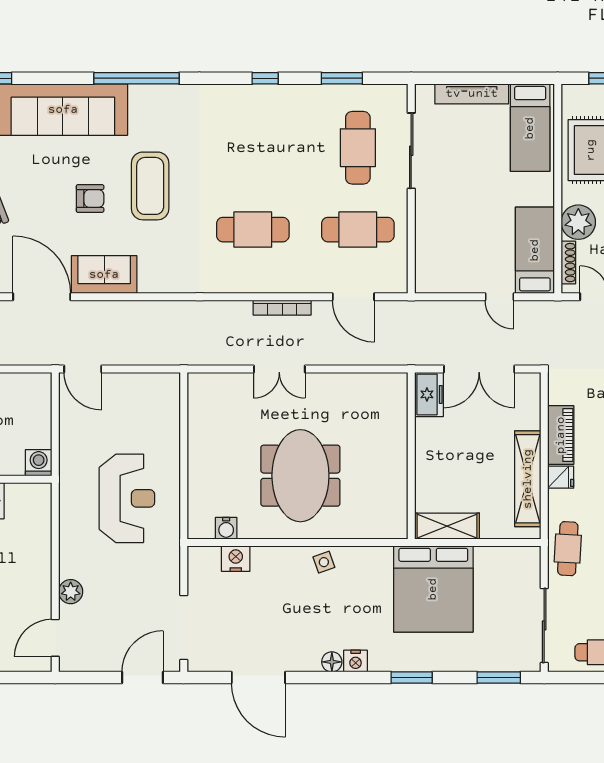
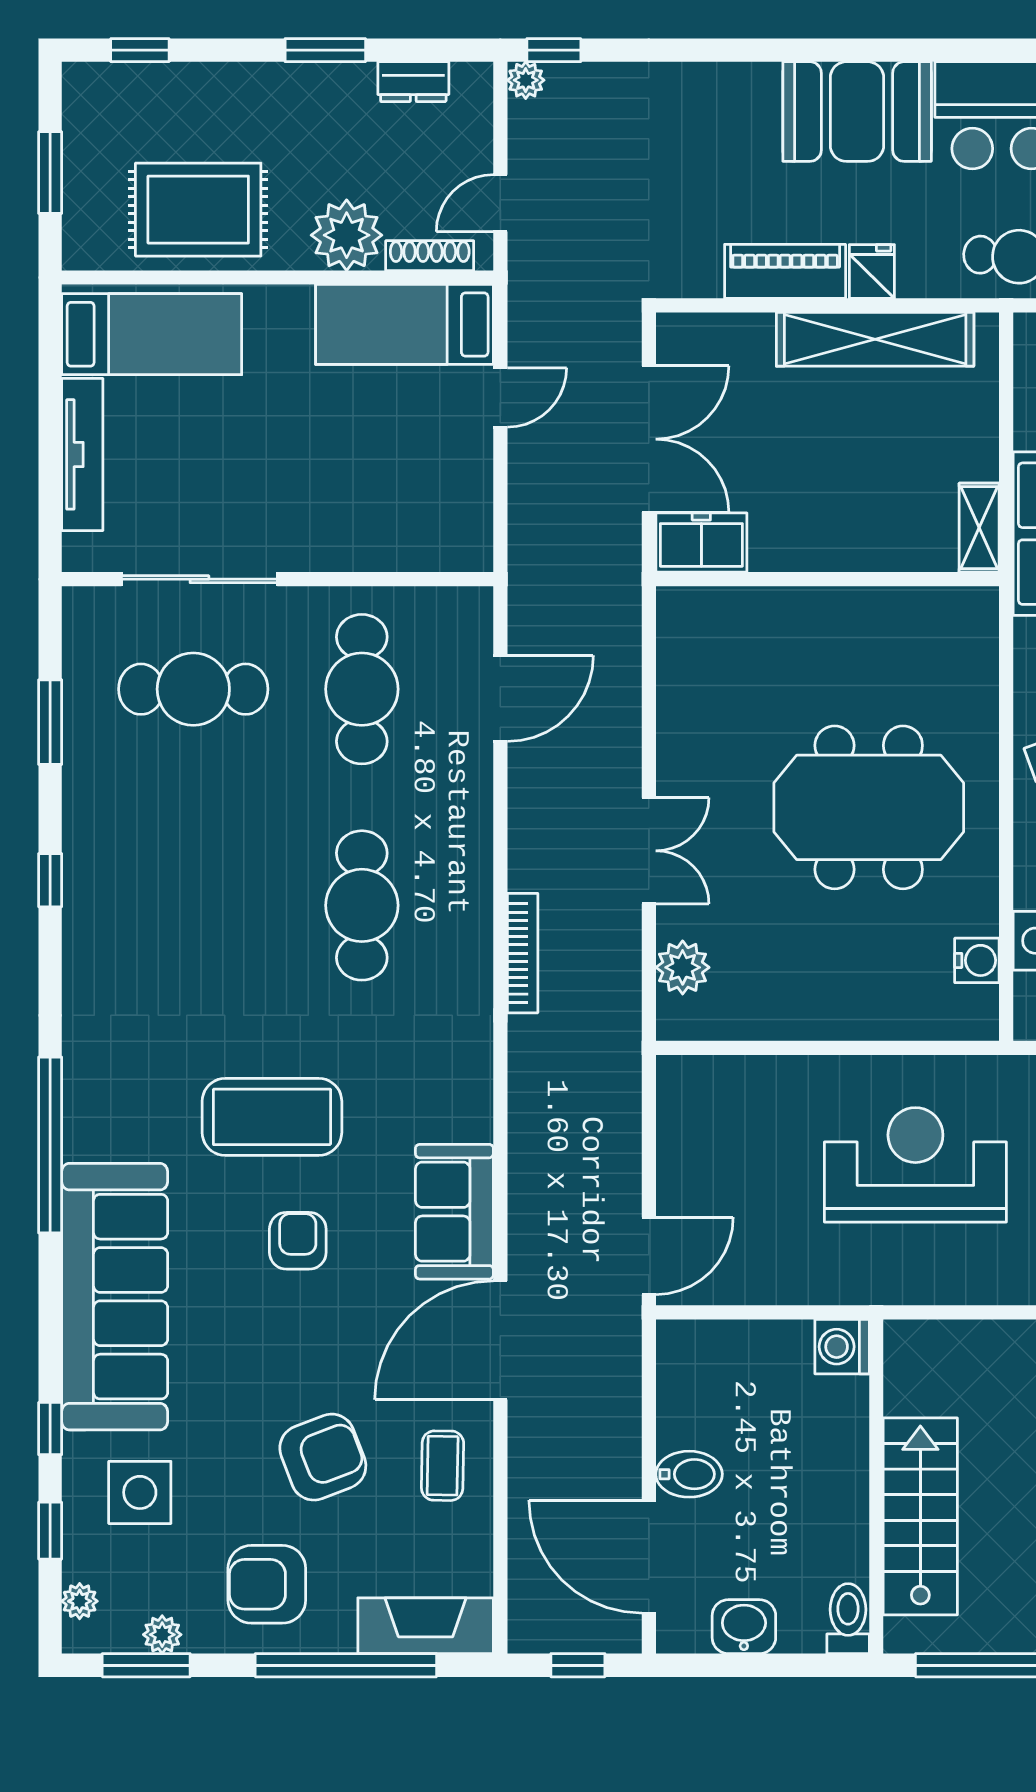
bookcase: (282, 308) -> (523, 953), moved
plant: (223, 385) -> (683, 967), added
shelving: (447, 526) -> (979, 528), width x0.67, depth x0.75

